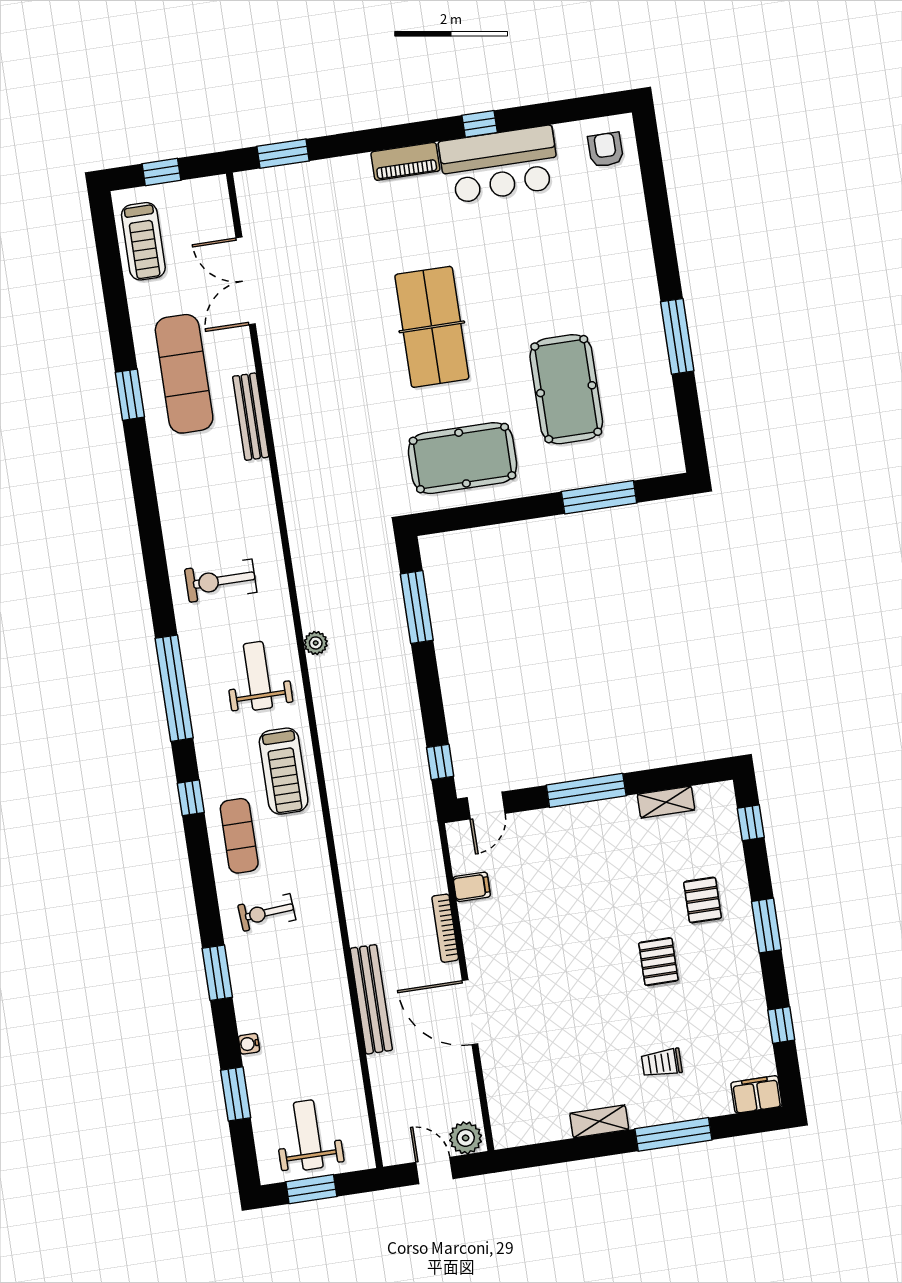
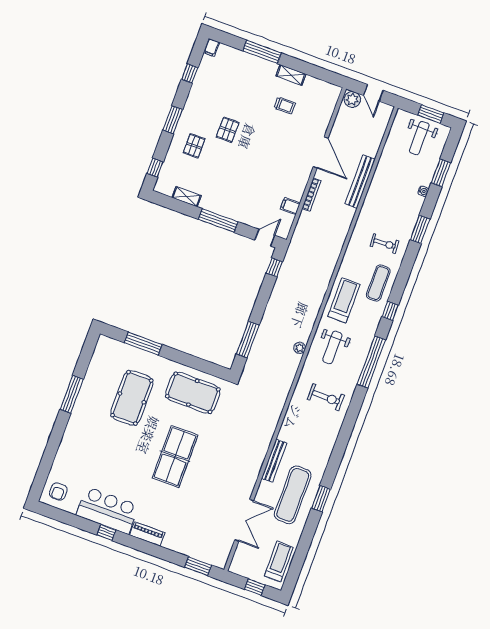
trolley: (662, 1063) -> (285, 105), moved
filing cabinet: (756, 1094) -> (211, 47), width x0.50

